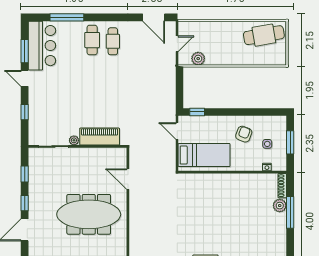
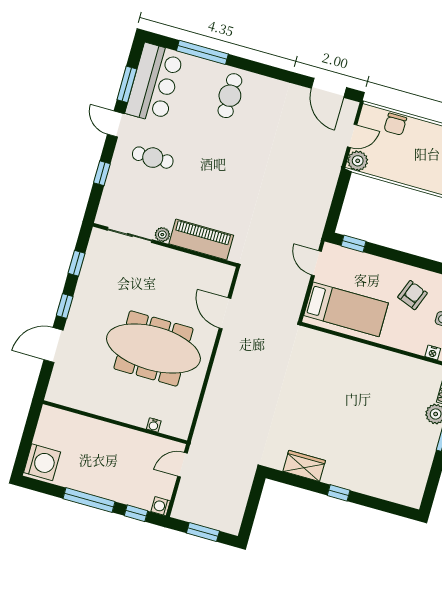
chair: (202, 29) -> (395, 124), added
cafe table: (113, 41) -> (153, 158), moved, turned 90
plant: (198, 59) -> (358, 161), moved

